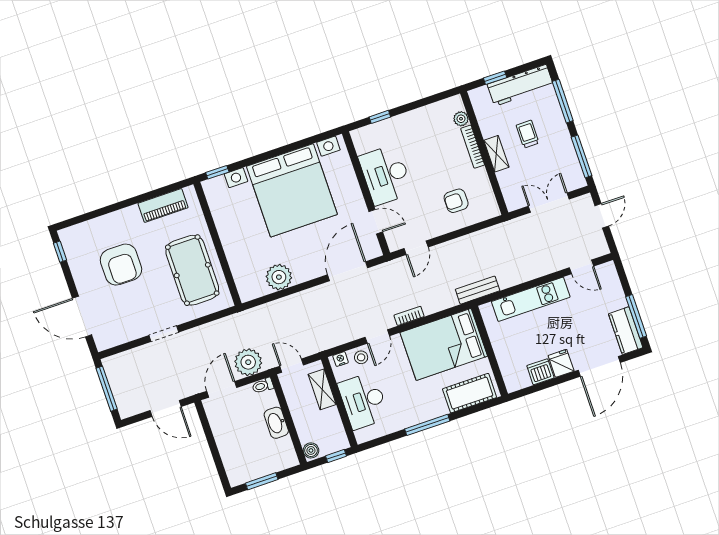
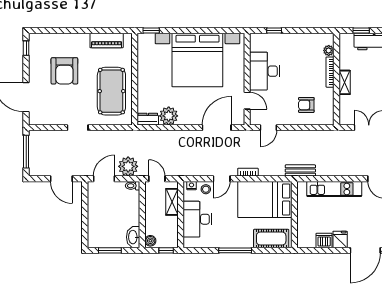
trolley: (528, 134) -> (370, 76), removed
dresser: (253, 291) -> (148, 119), added
washbasin: (276, 423) -> (133, 237), moved

